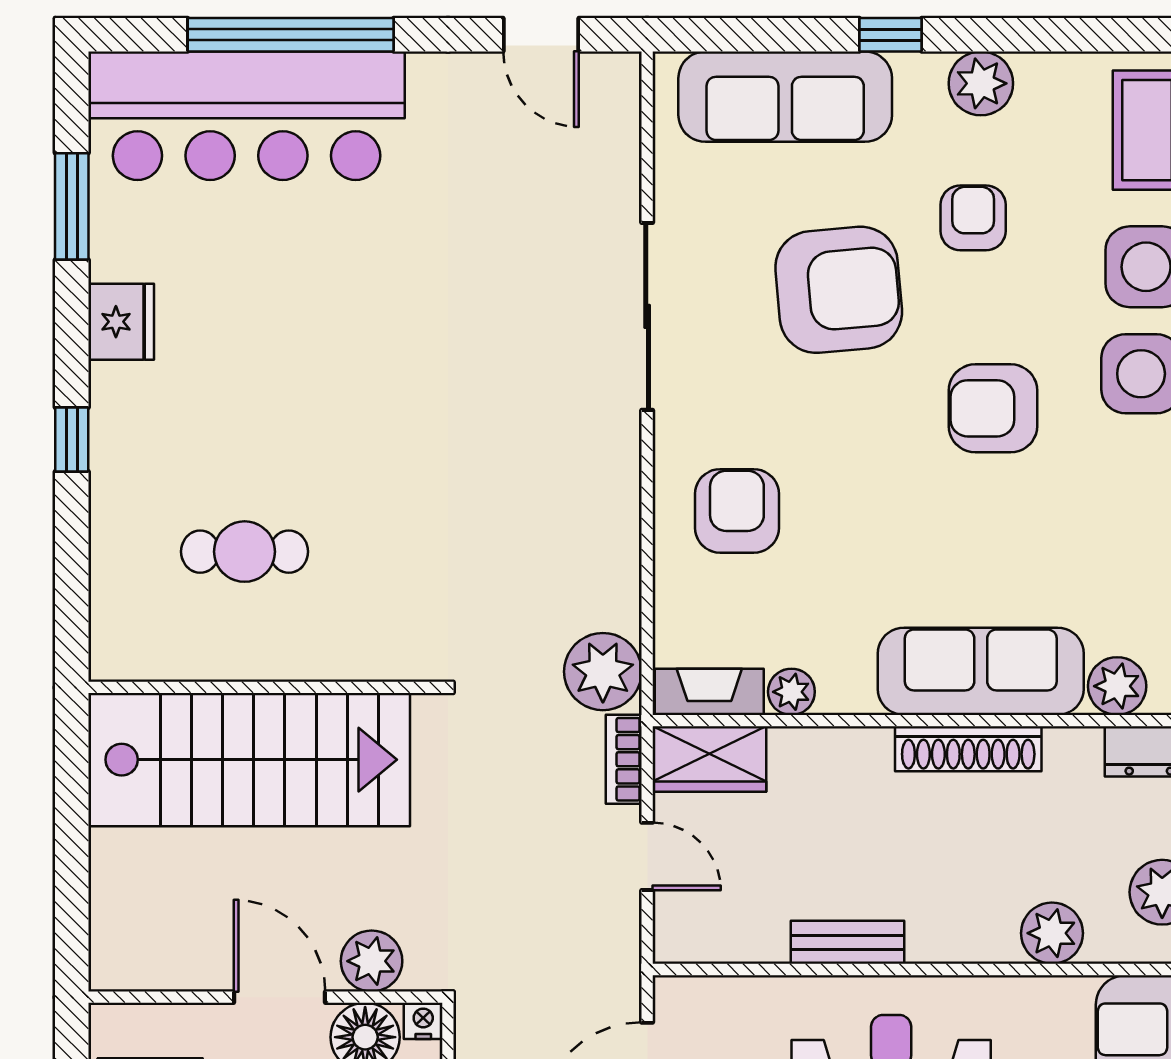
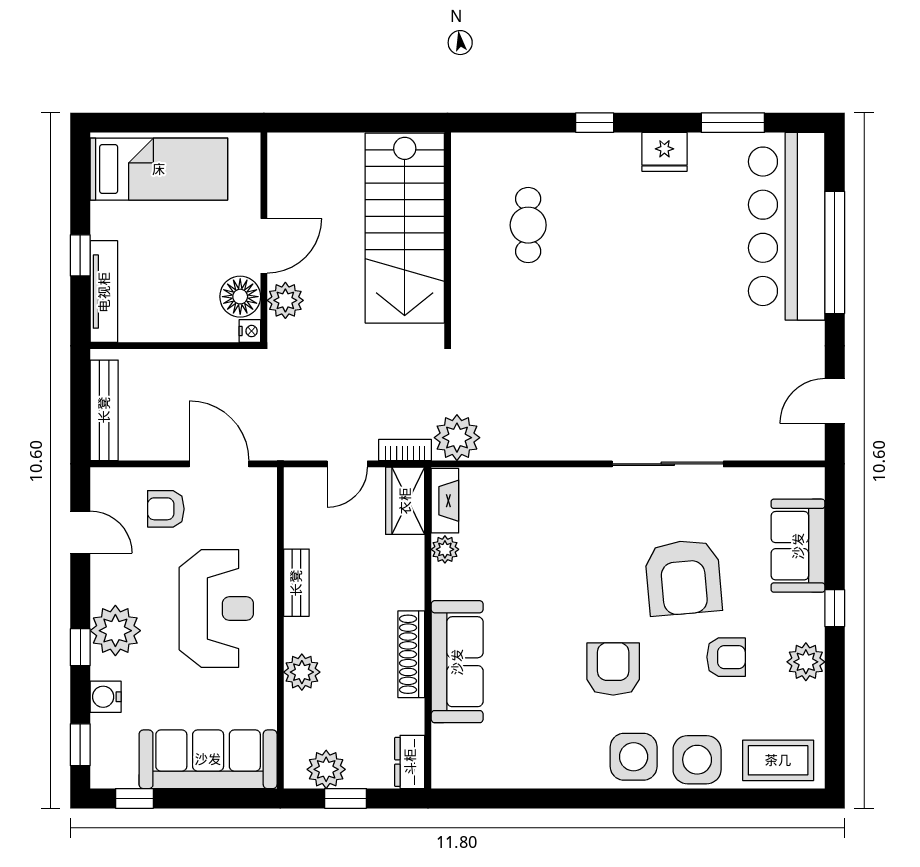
sofa: (785, 97) -> (798, 546), width x0.73
armchair: (737, 511) -> (552, 517), removed
plant: (1117, 686) -> (448, 743), removed
plant: (1052, 933) -> (302, 672), moved

